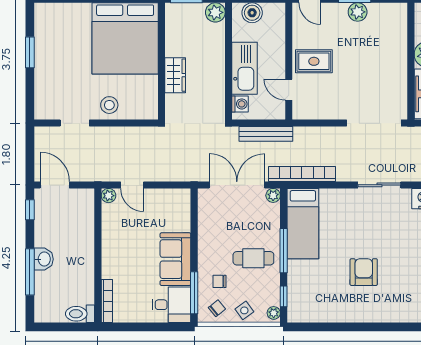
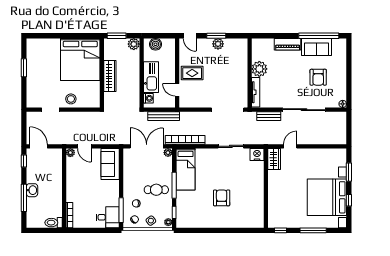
wardrobe: (175, 75) -> (110, 76), width x1.50
sofa: (175, 259) -> (110, 164), moved

